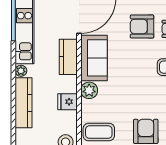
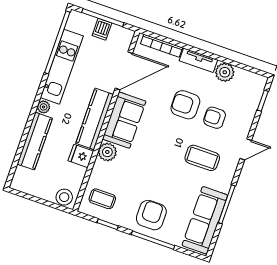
kitchen counter: (68, 57) -> (95, 119), width x1.50
coffee table: (99, 132) -> (102, 199), width x0.73, depth x0.77

